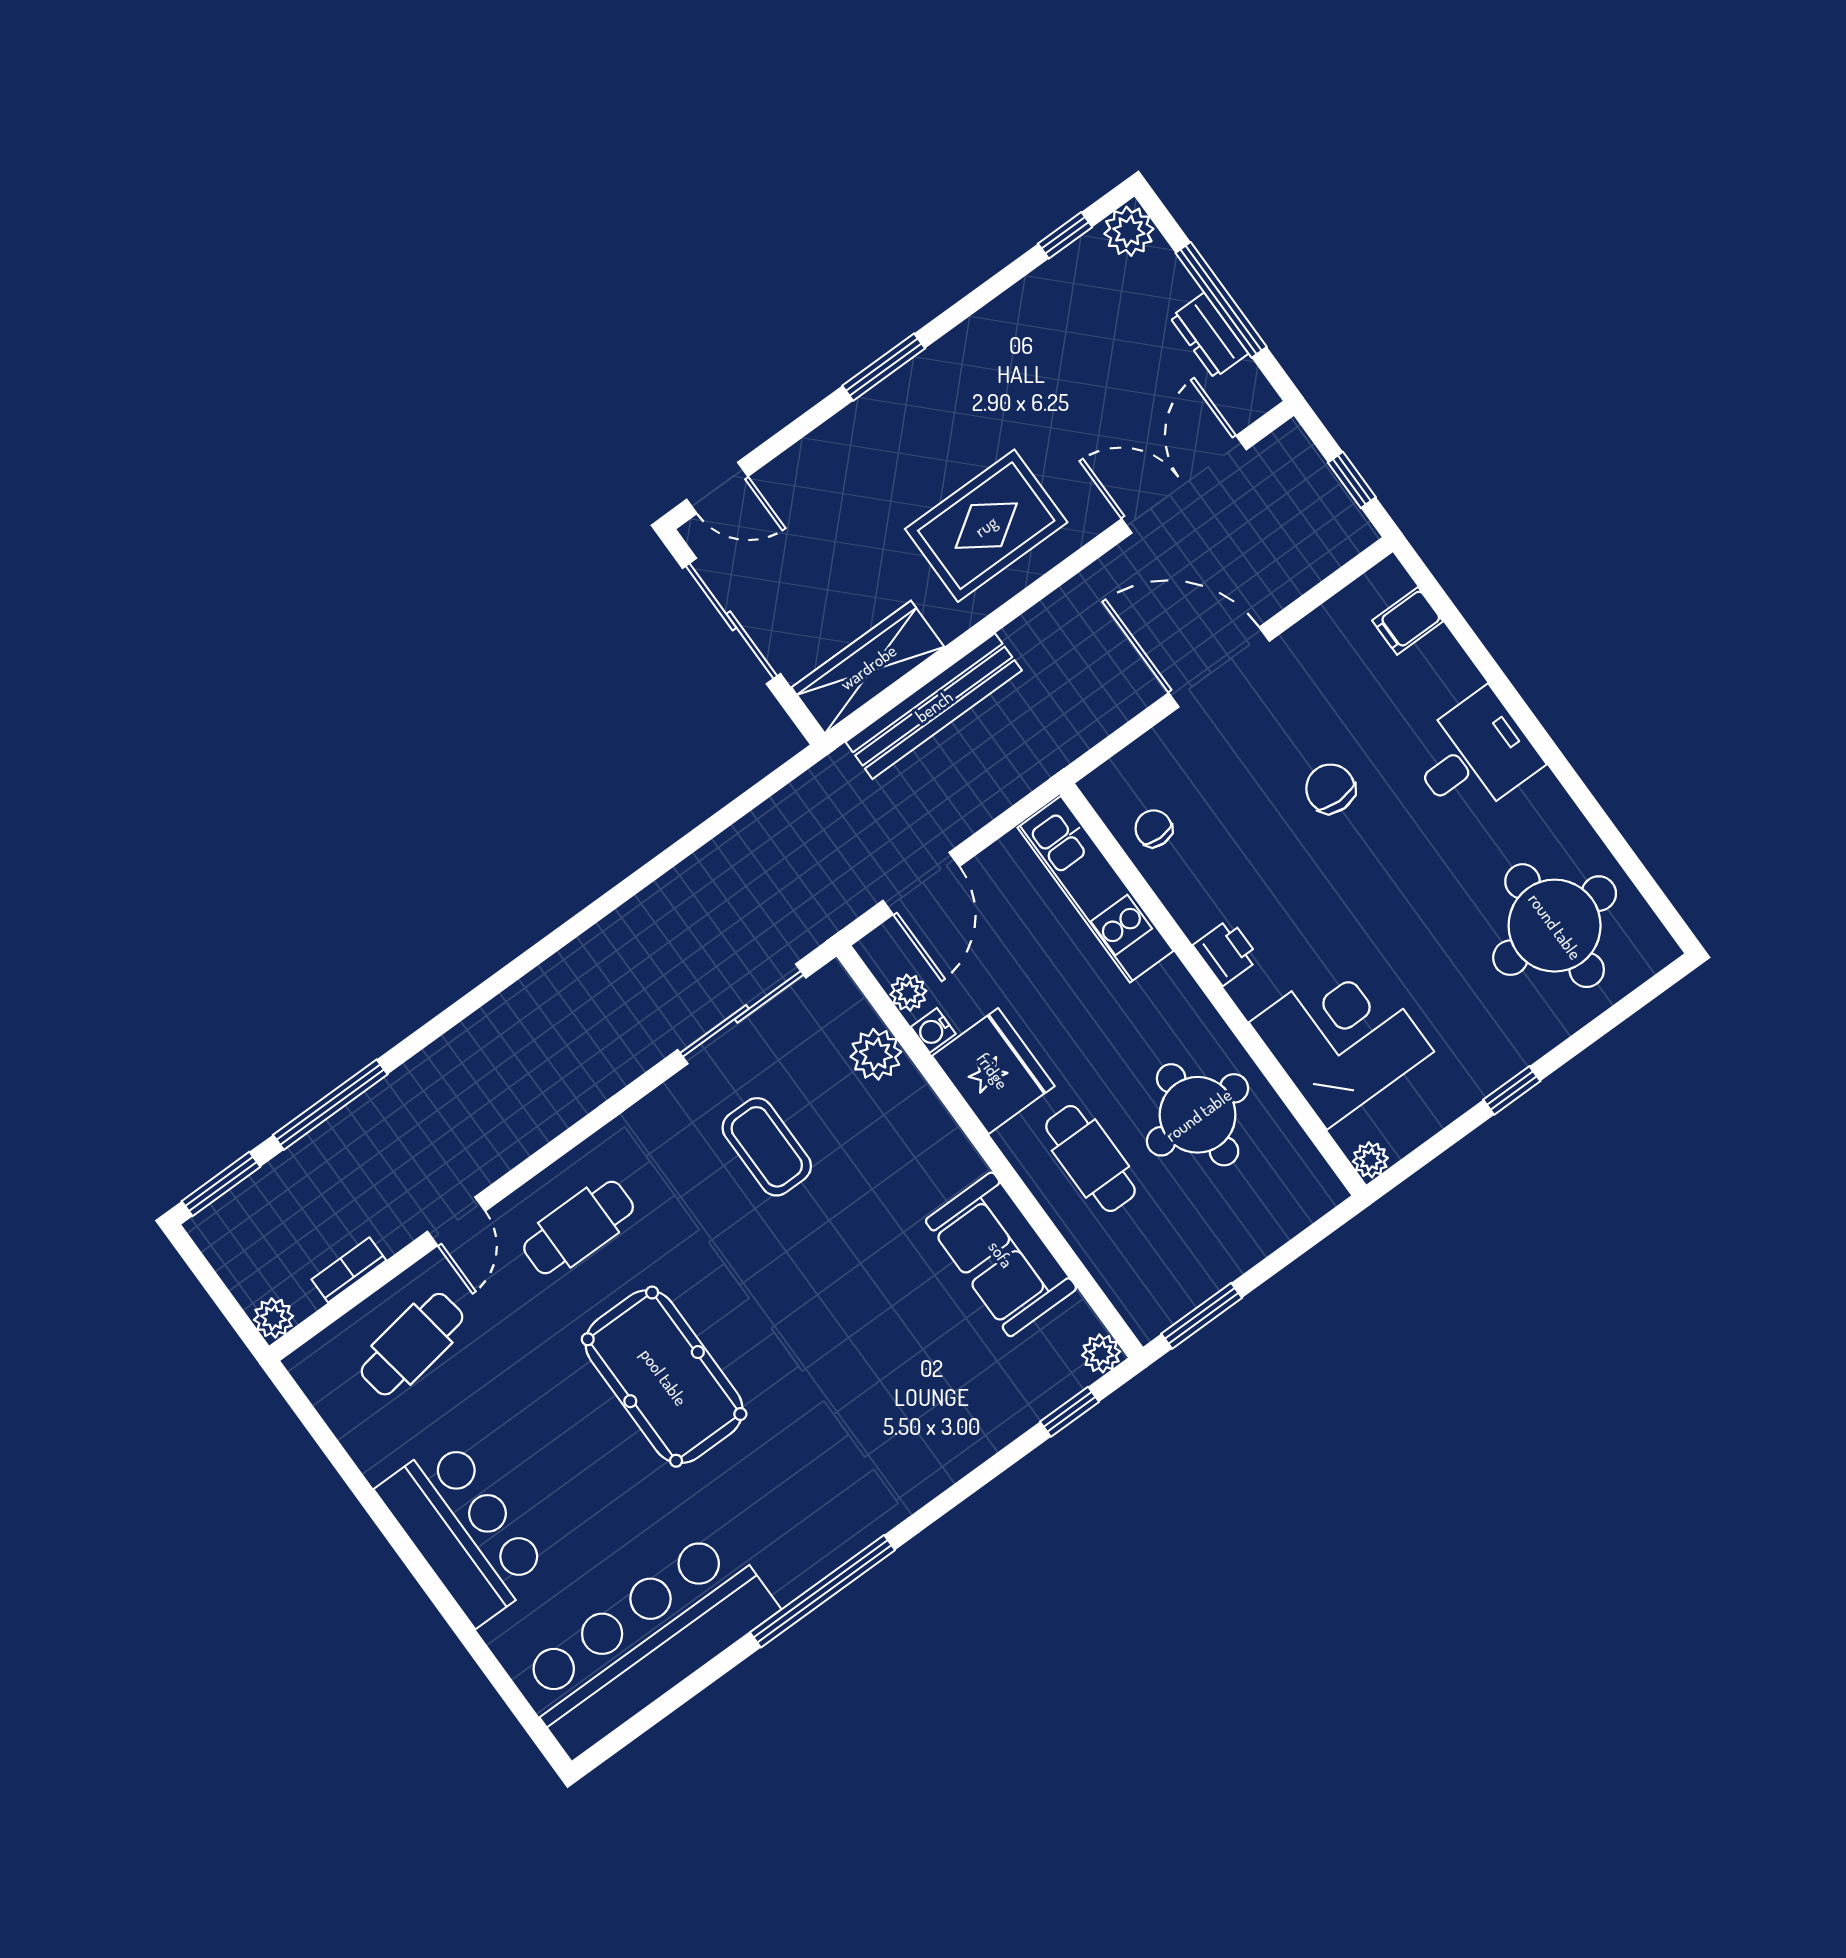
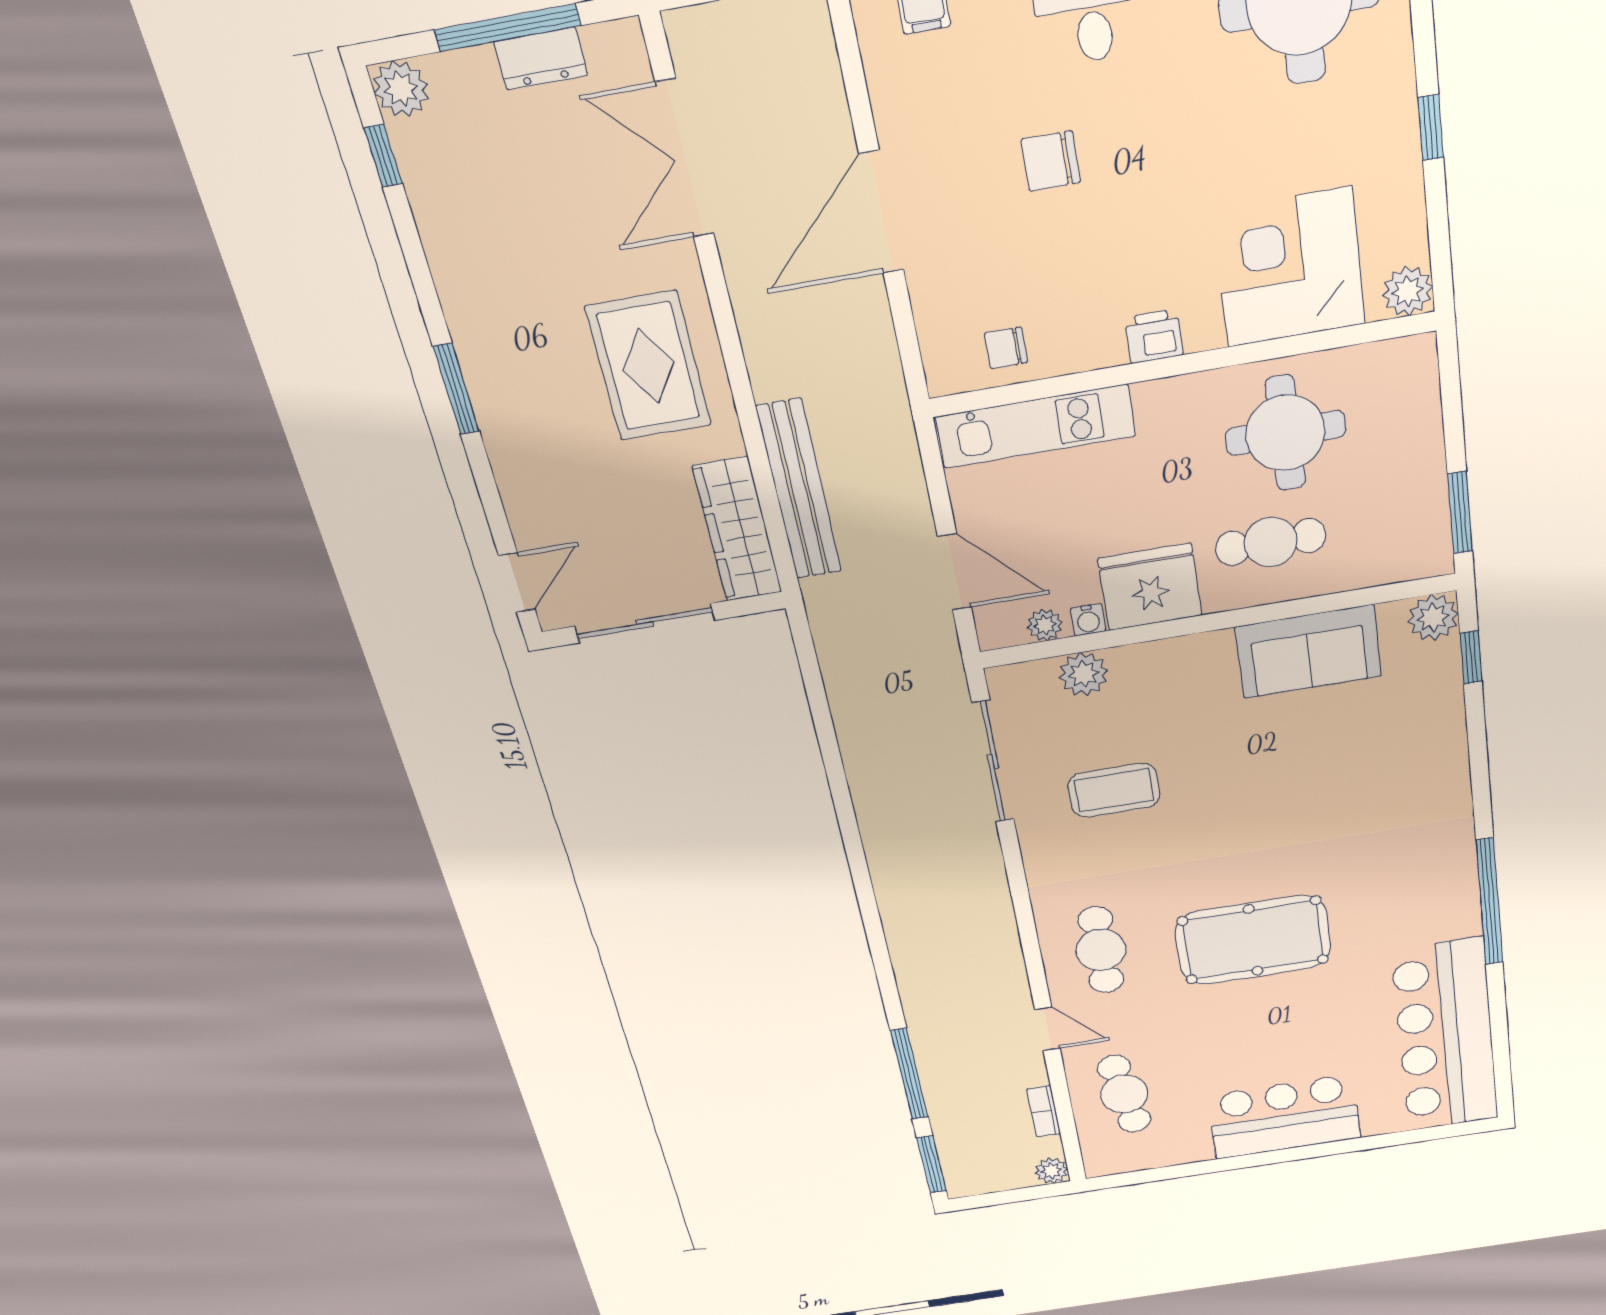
plant: (1370, 1160) -> (1408, 291), width x1.38, depth x1.38
plant: (1101, 1353) -> (1433, 618), width x1.38, depth x1.38

